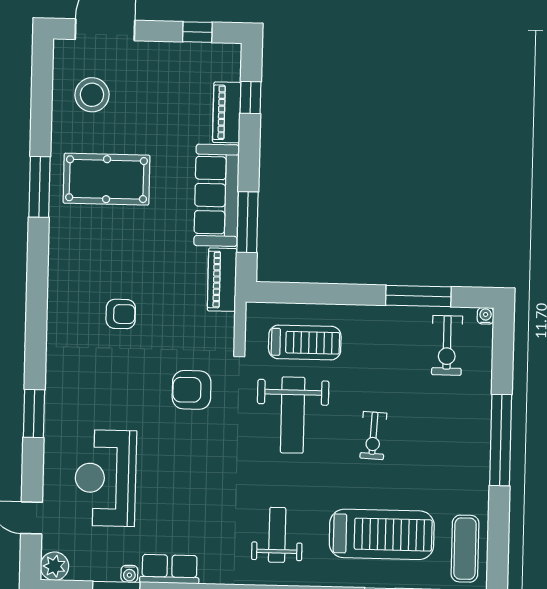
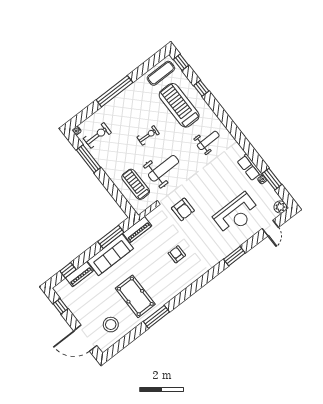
weight bench: (277, 535) -> (208, 140), turned 180

